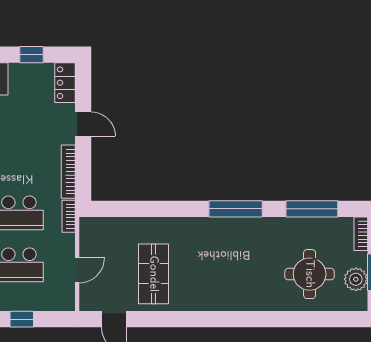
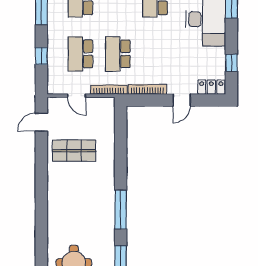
bookcase: (69, 216) -> (109, 90), width x1.56

